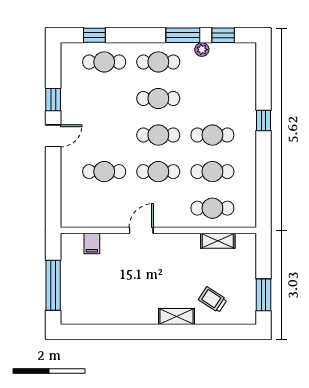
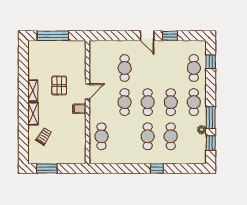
cafe table: (212, 172) -> (171, 136), moved
door: (141, 230) -> (88, 91), hinge flipped
shelving: (218, 241) -> (33, 91), moved
filing cabinet: (92, 243) -> (79, 109), moved
pallet: (132, 275) -> (59, 85), added

